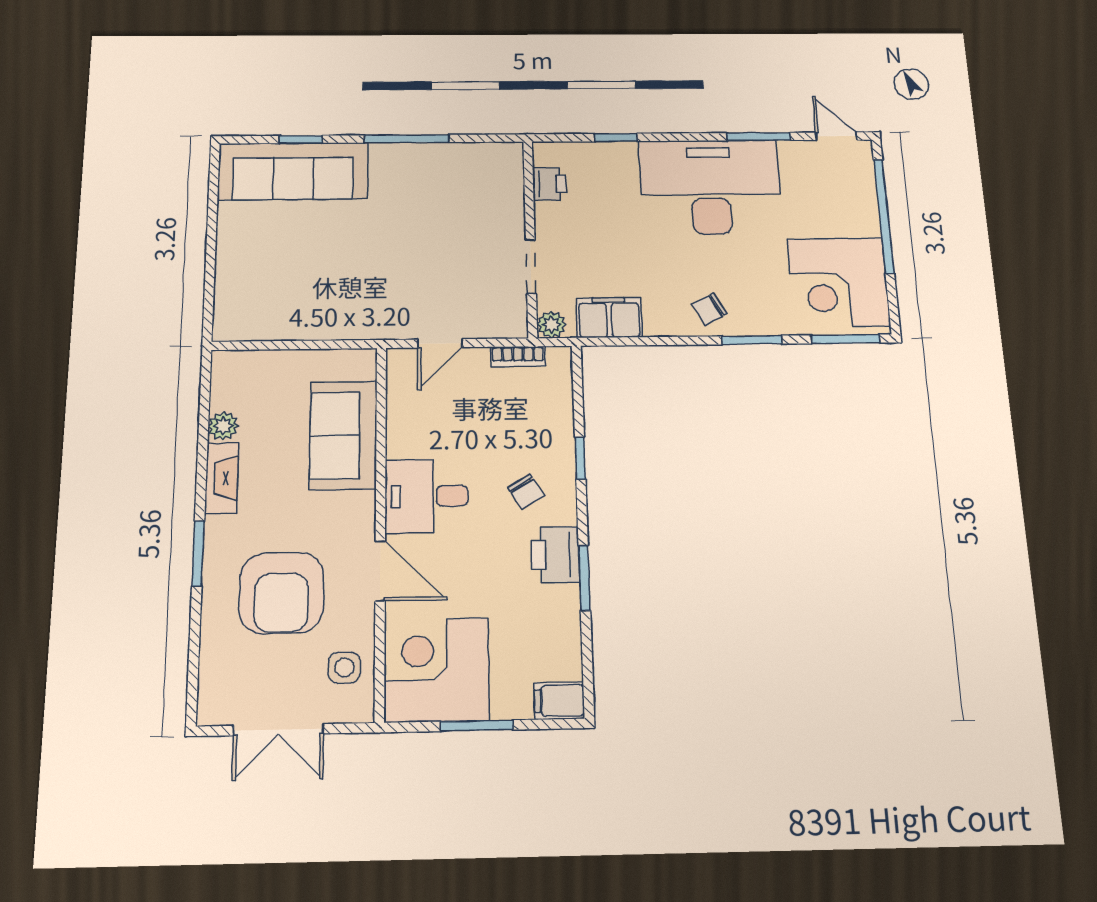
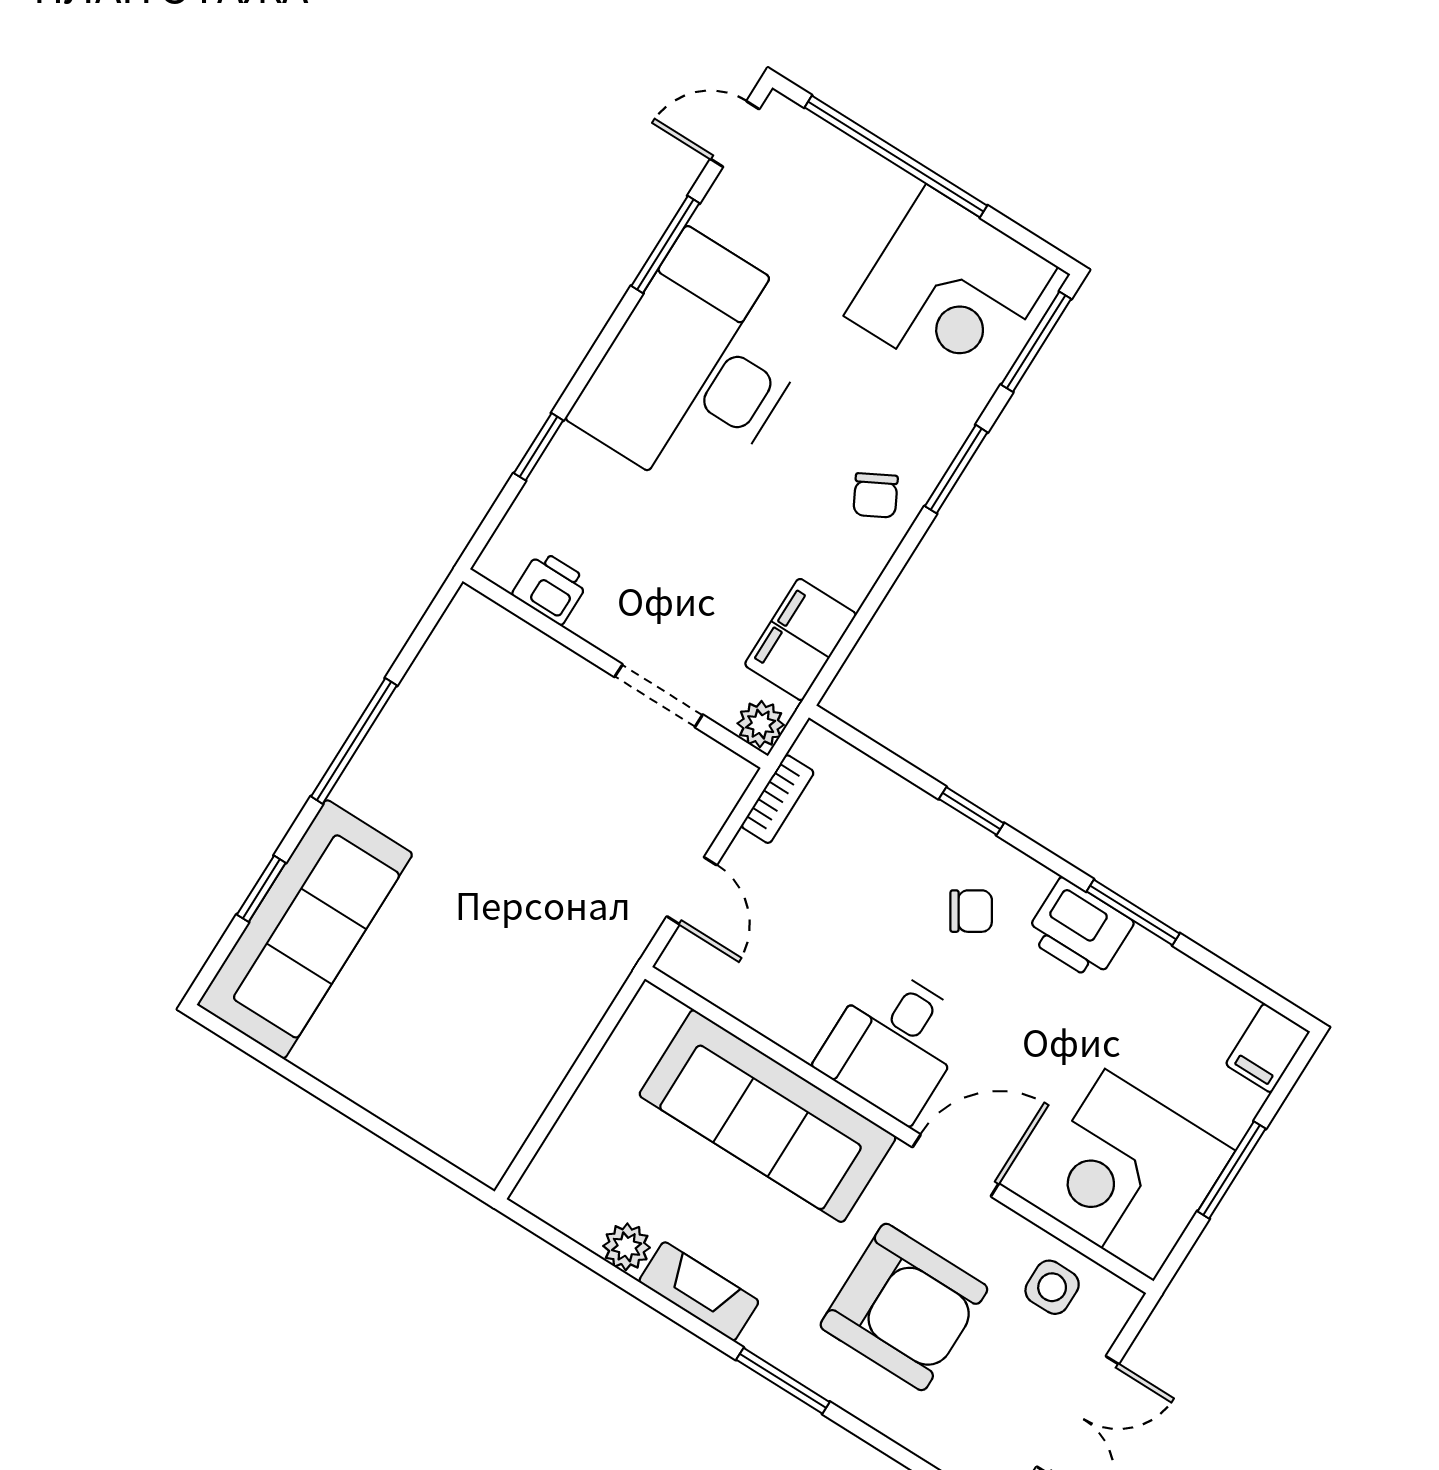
sofa: (343, 435) -> (768, 1116), width x1.36

